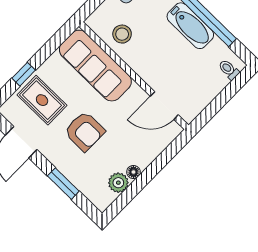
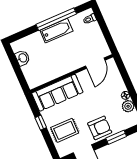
stool: (122, 34) -> (46, 71), removed
window: (24, 74) -> (41, 123), moved
armchair: (85, 131) -> (100, 128), moved

